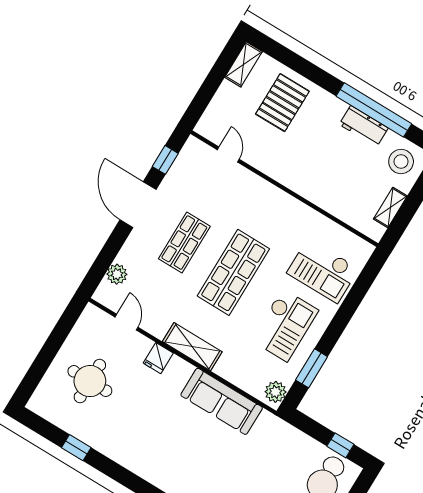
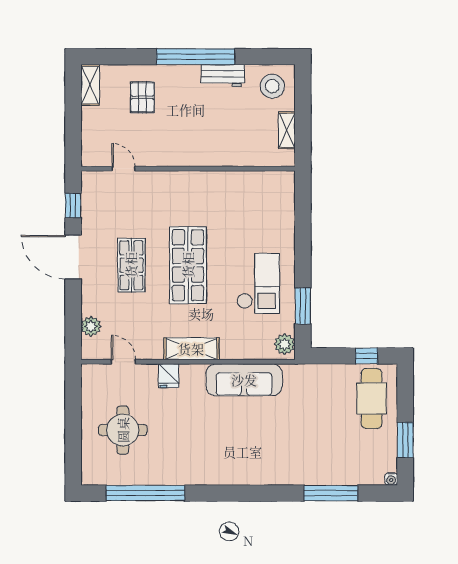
pallet: (282, 103) -> (142, 97), width x0.67, depth x0.71
window: (374, 110) -> (196, 57), moved
checkout: (323, 271) -> (262, 218), removed
window: (76, 448) -> (145, 493), width x3.17

